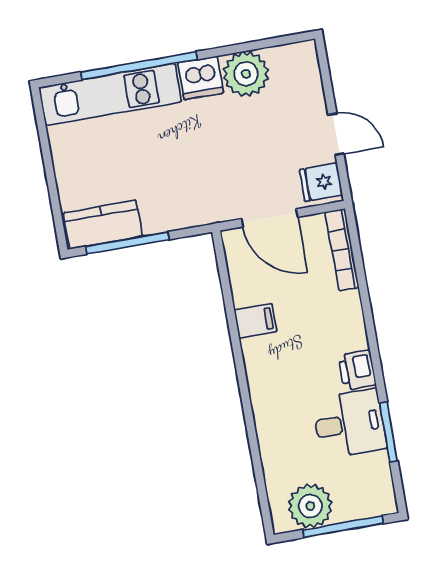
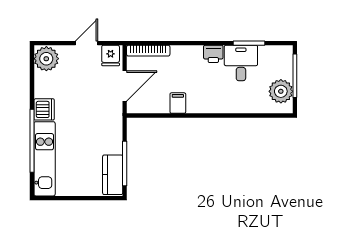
plant: (246, 74) -> (46, 59), moved

